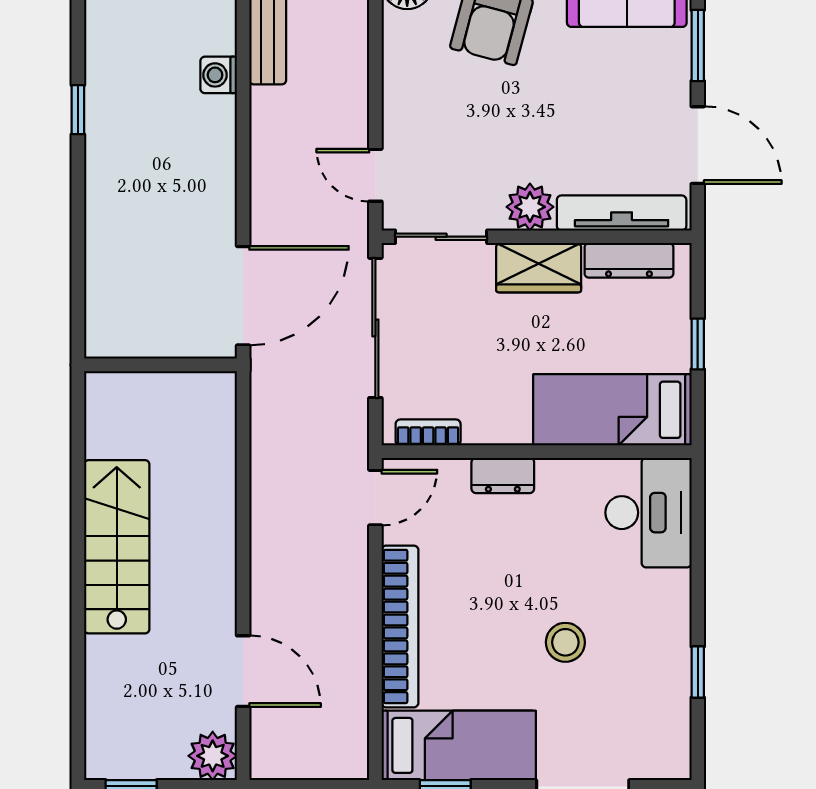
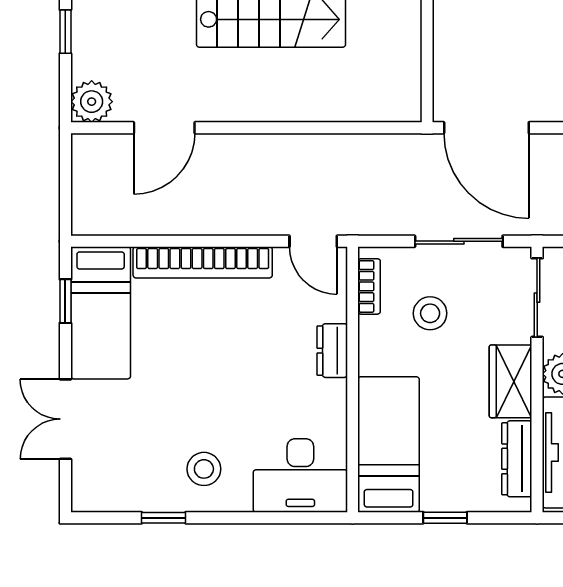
sliding door: (375, 328) -> (459, 241), width x0.73
stool: (459, 361) -> (430, 313), added
stool: (565, 642) -> (204, 469), moved

